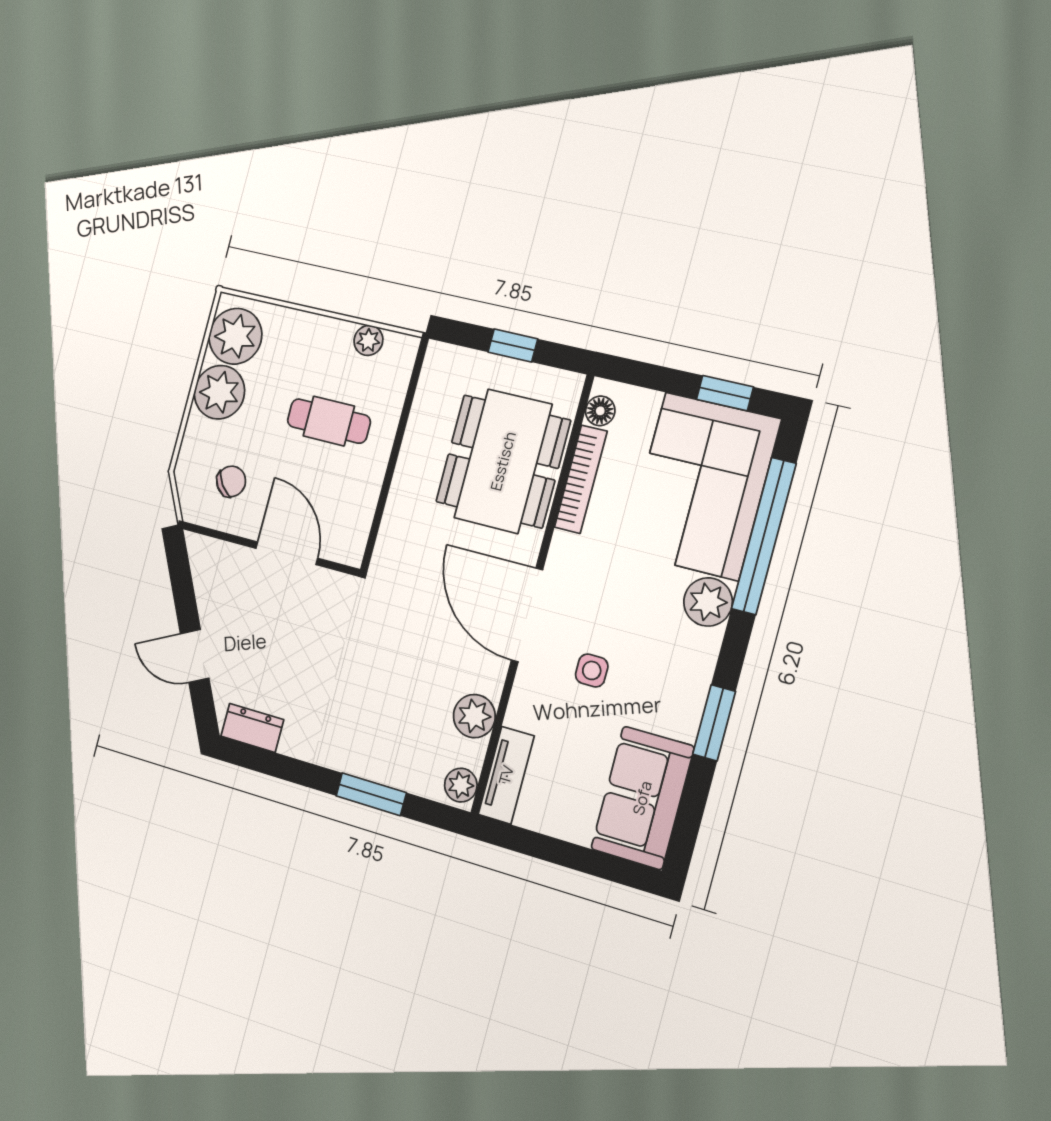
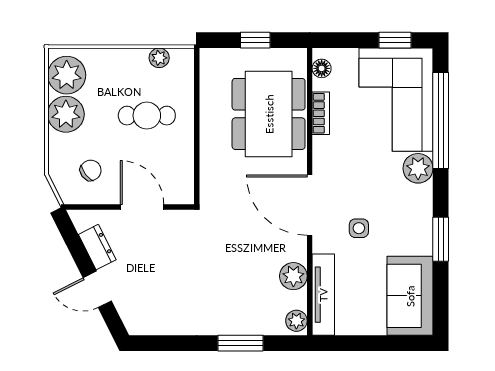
bookcase: (581, 479) -> (321, 113), width x0.64
dresser: (252, 728) -> (97, 247), moved, turned 63
tv unit: (506, 775) -> (323, 295), width x1.41

